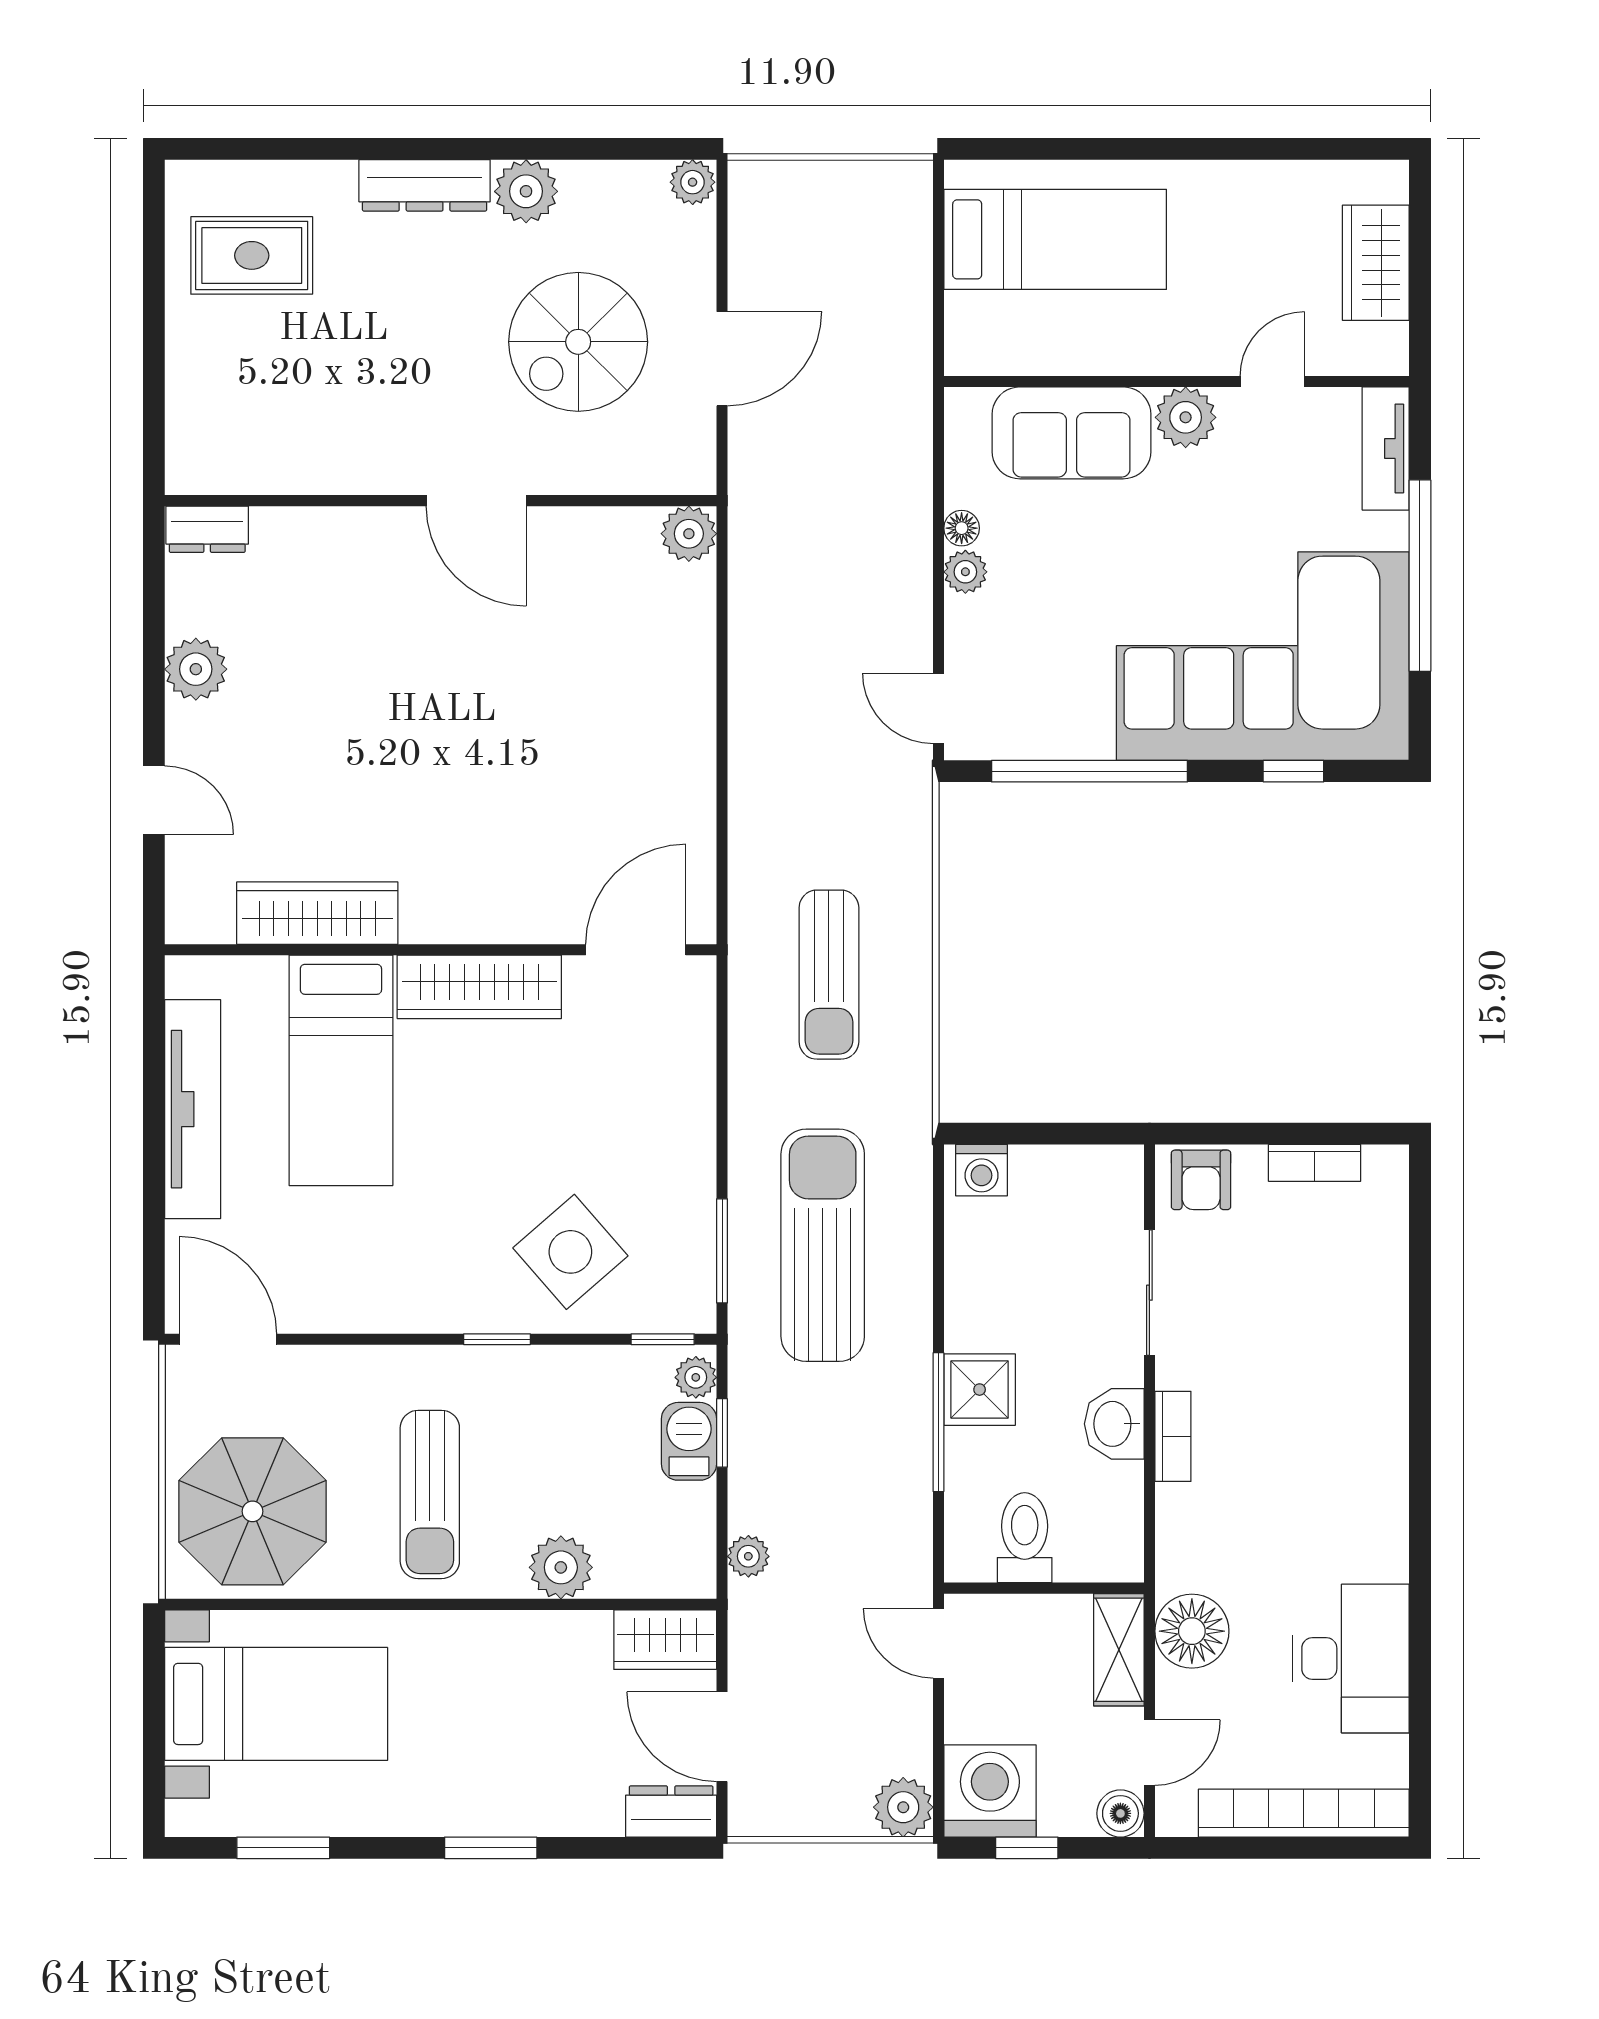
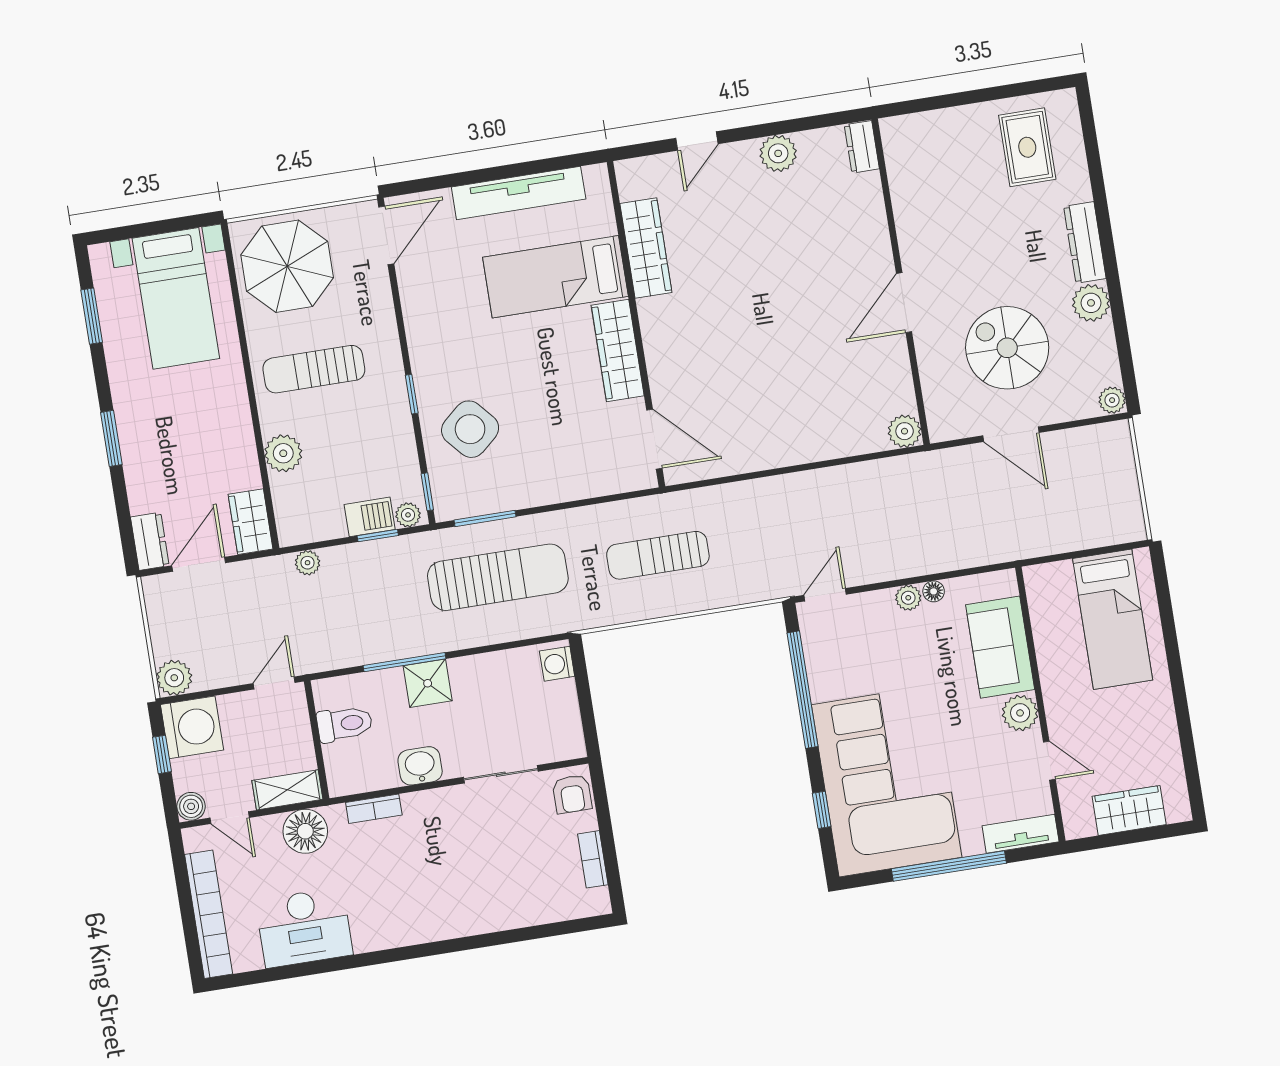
armchair: (1201, 1180) -> (572, 794), turned -90
bookcase: (1173, 1436) -> (374, 809), moved

